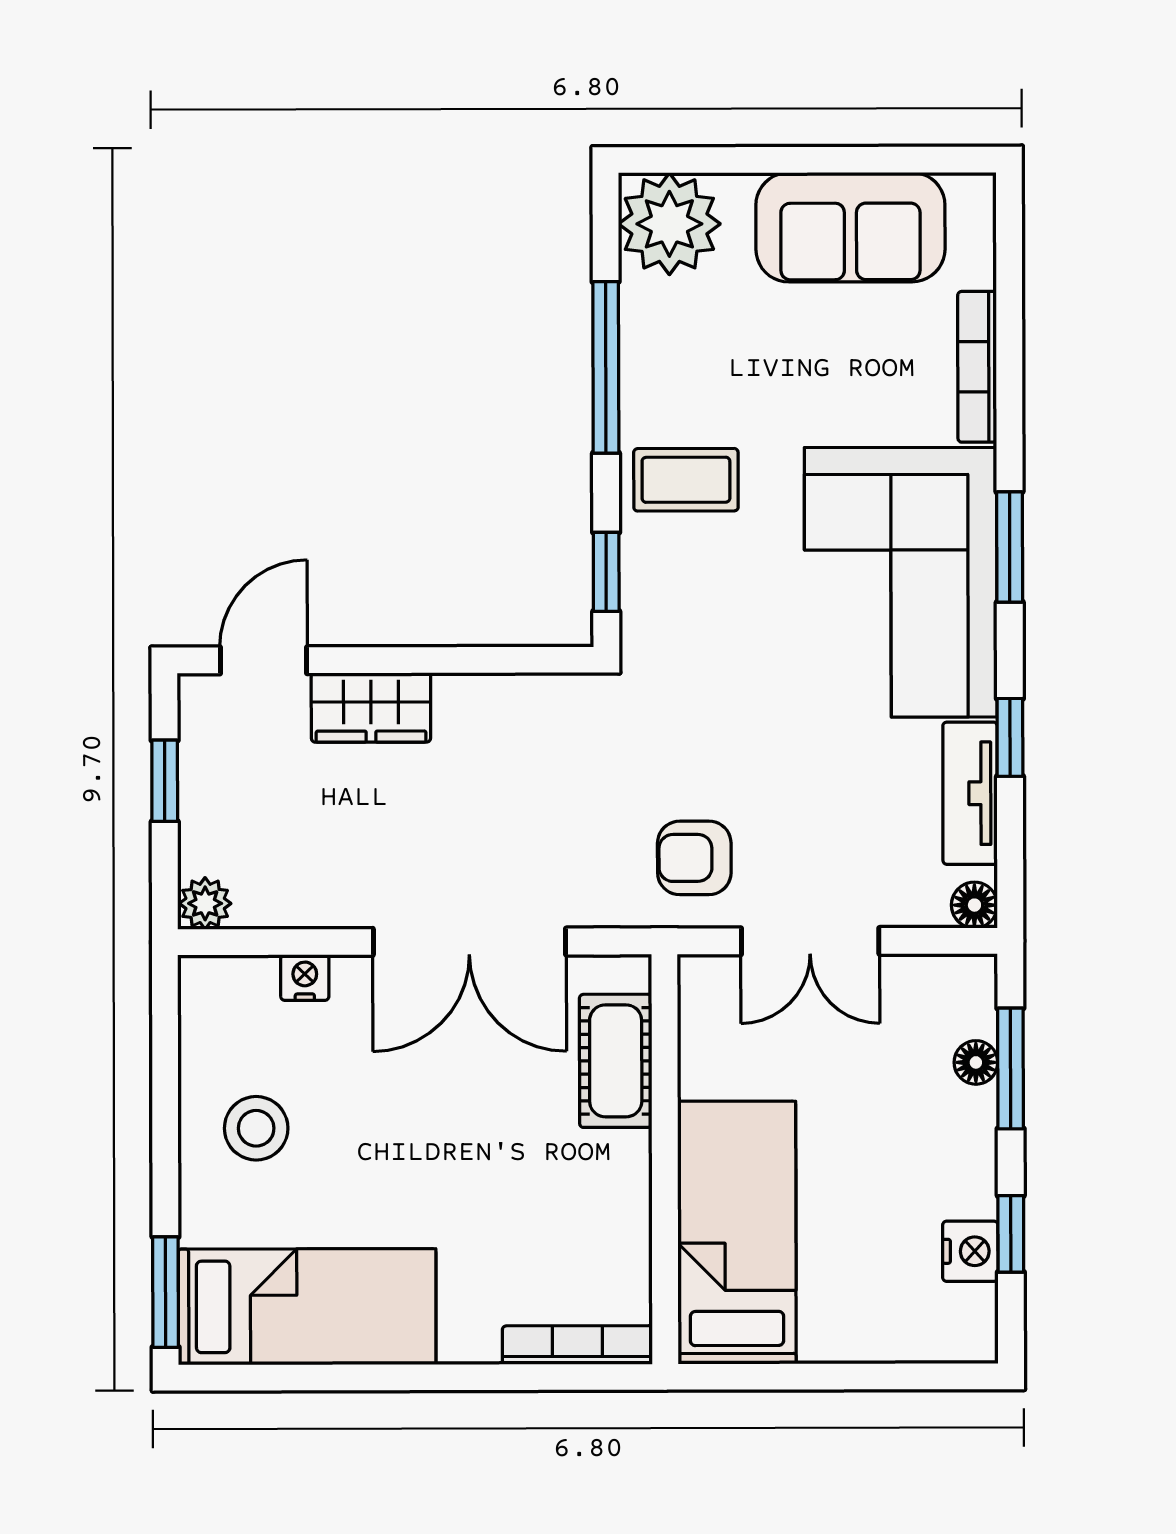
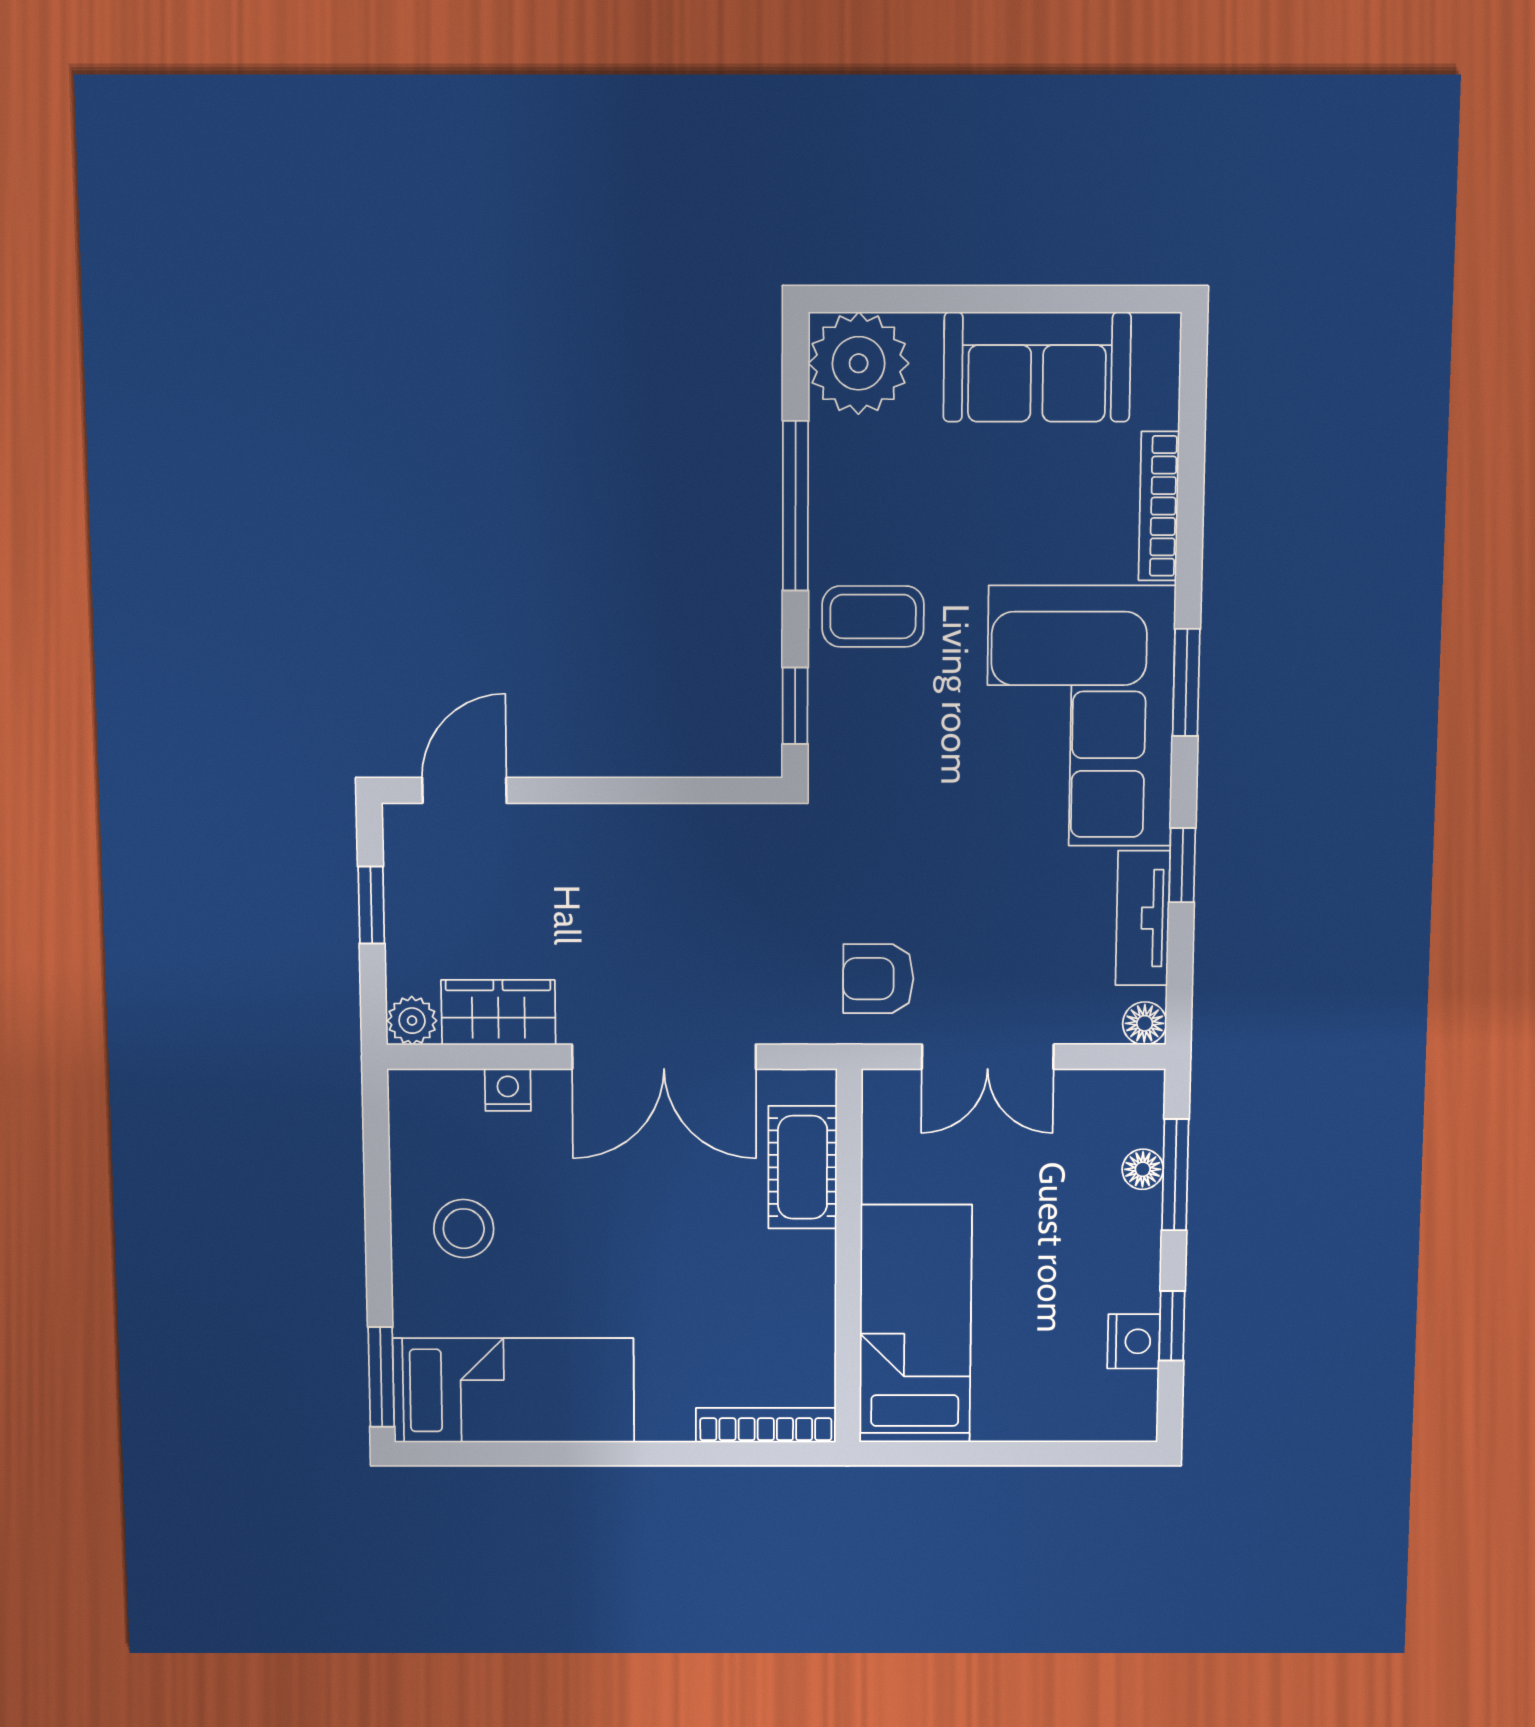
wardrobe: (371, 708) -> (498, 1012), moved, turned 180

